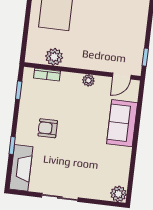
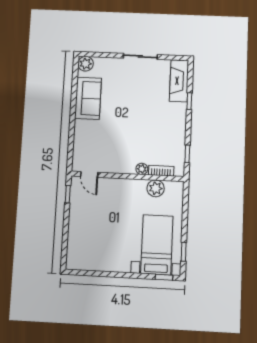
door: (122, 76) -> (89, 174), swing flipped
plant: (88, 80) -> (142, 169), moved
sofa: (122, 123) -> (88, 98), moved
armchair: (48, 128) -> (157, 120), removed

